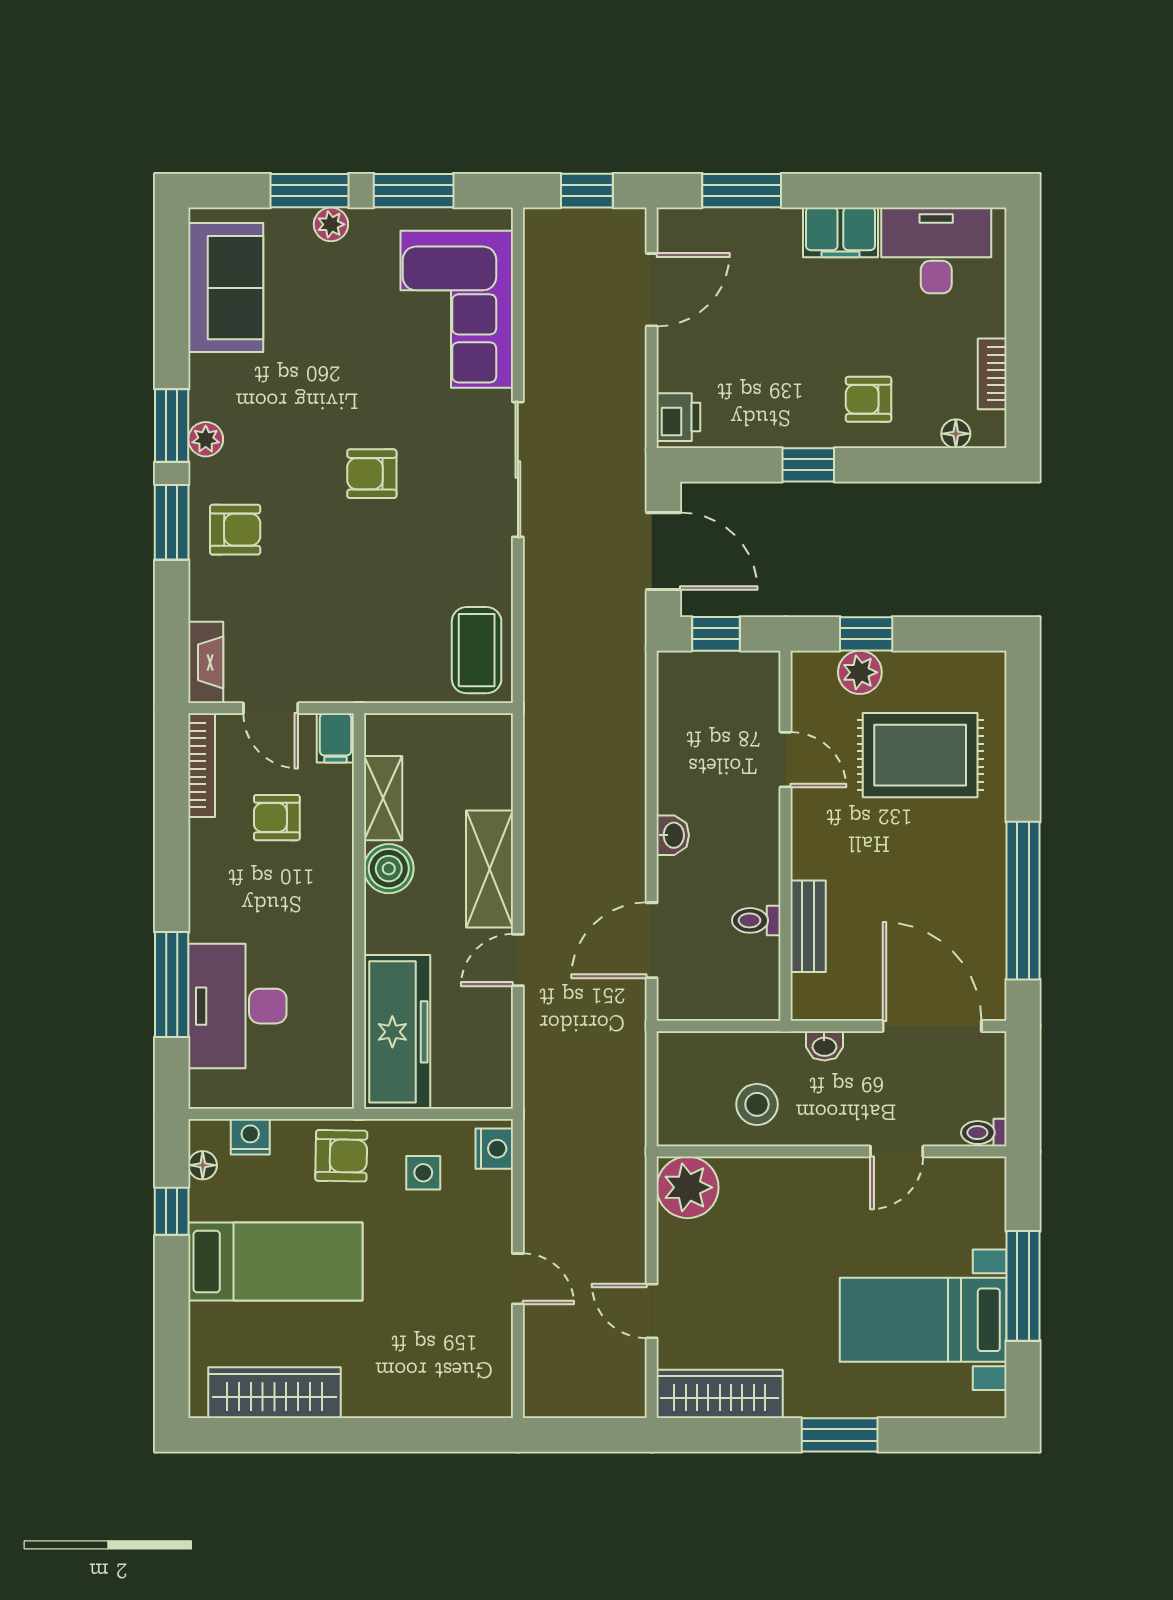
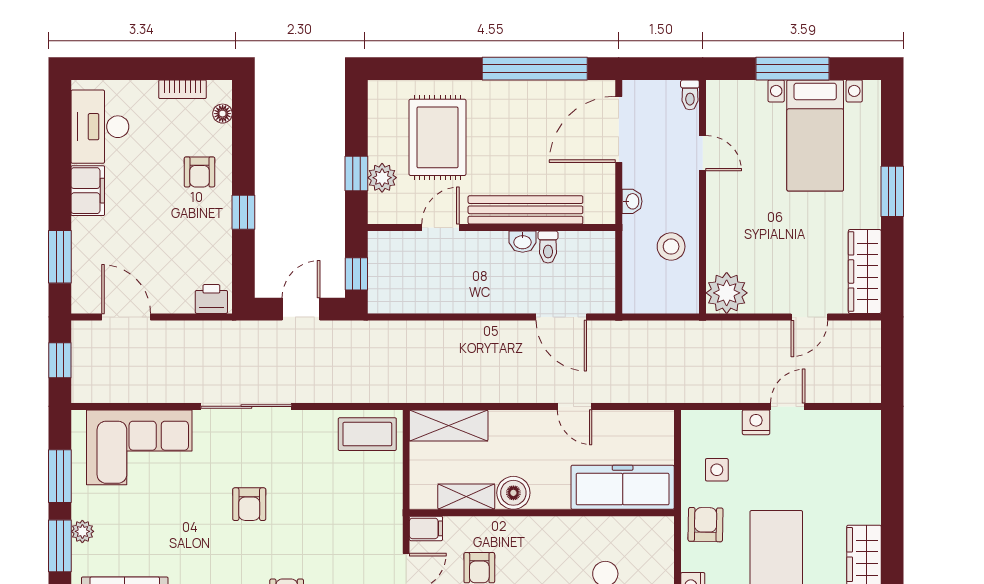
door: (663, 551) -> (301, 309), width x0.73
washbasin: (673, 835) -> (523, 242), moved, turned 180
shelving: (489, 869) -> (449, 425), moved
bench: (808, 926) -> (525, 210), width x1.86, depth x1.21
nightstand: (494, 1149) -> (756, 422), moved

